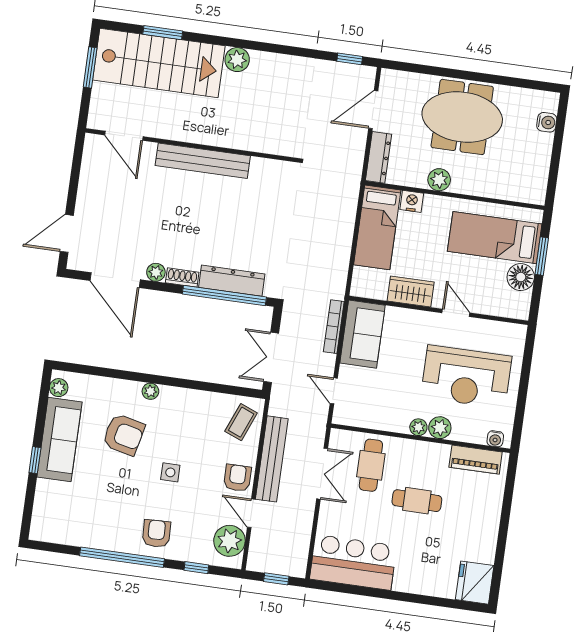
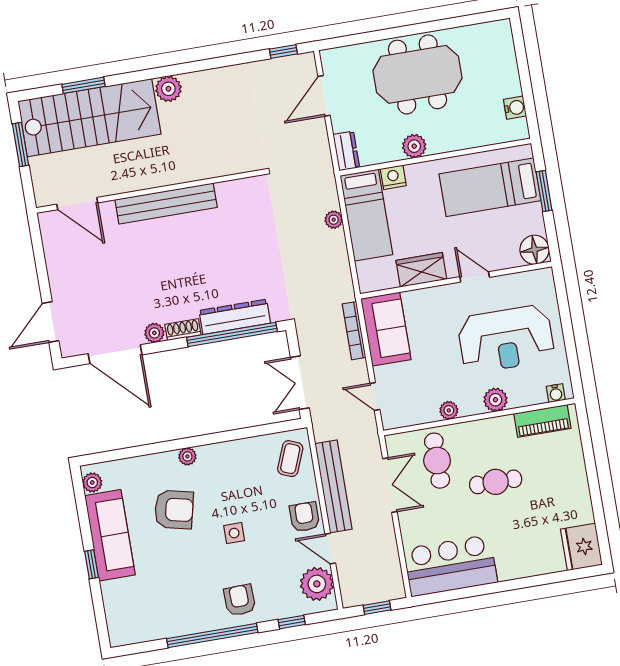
water cooler: (547, 122) -> (515, 108), moved
dresser: (379, 157) -> (346, 151), width x0.70
plant: (347, 222) -> (334, 220), added
floor lamp: (521, 277) -> (535, 250), moved
plant: (418, 427) -> (449, 410), moved

